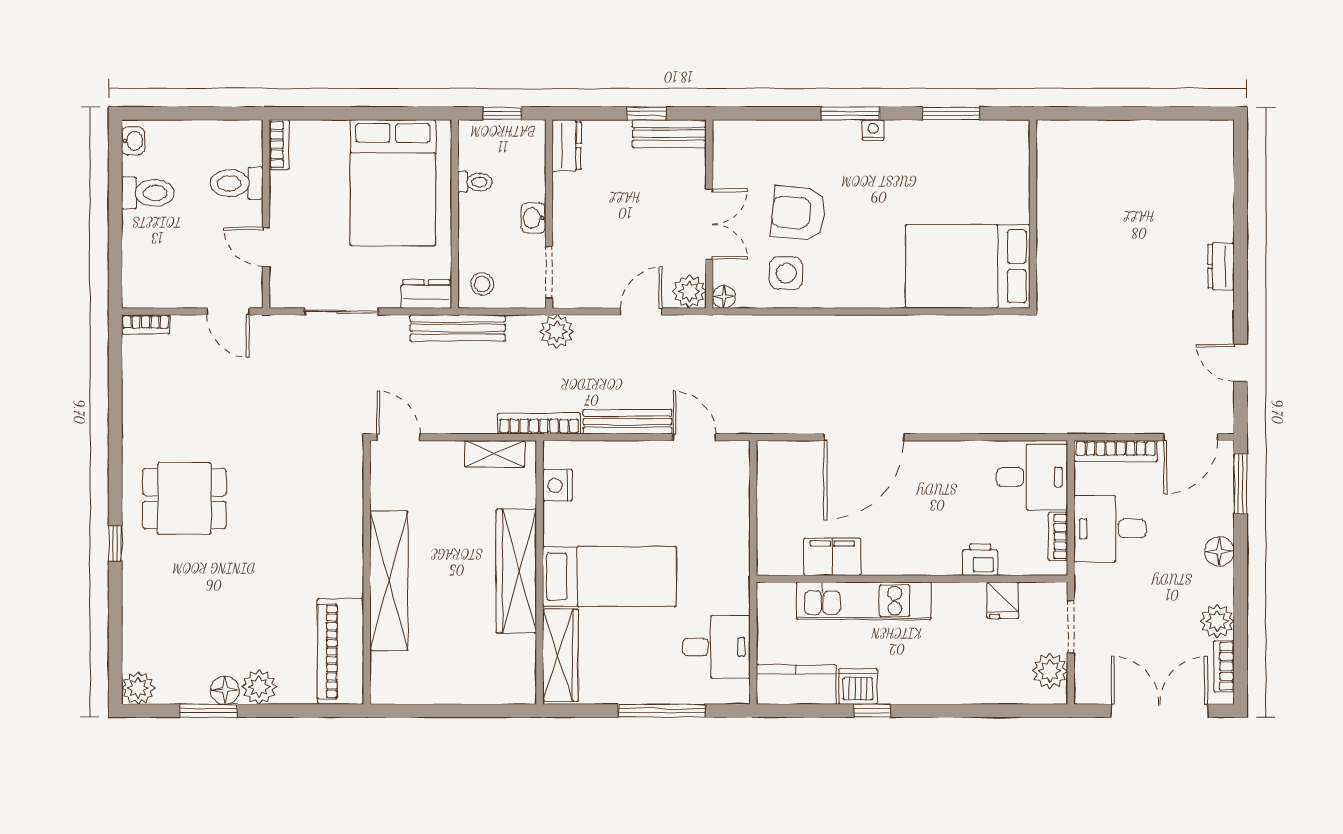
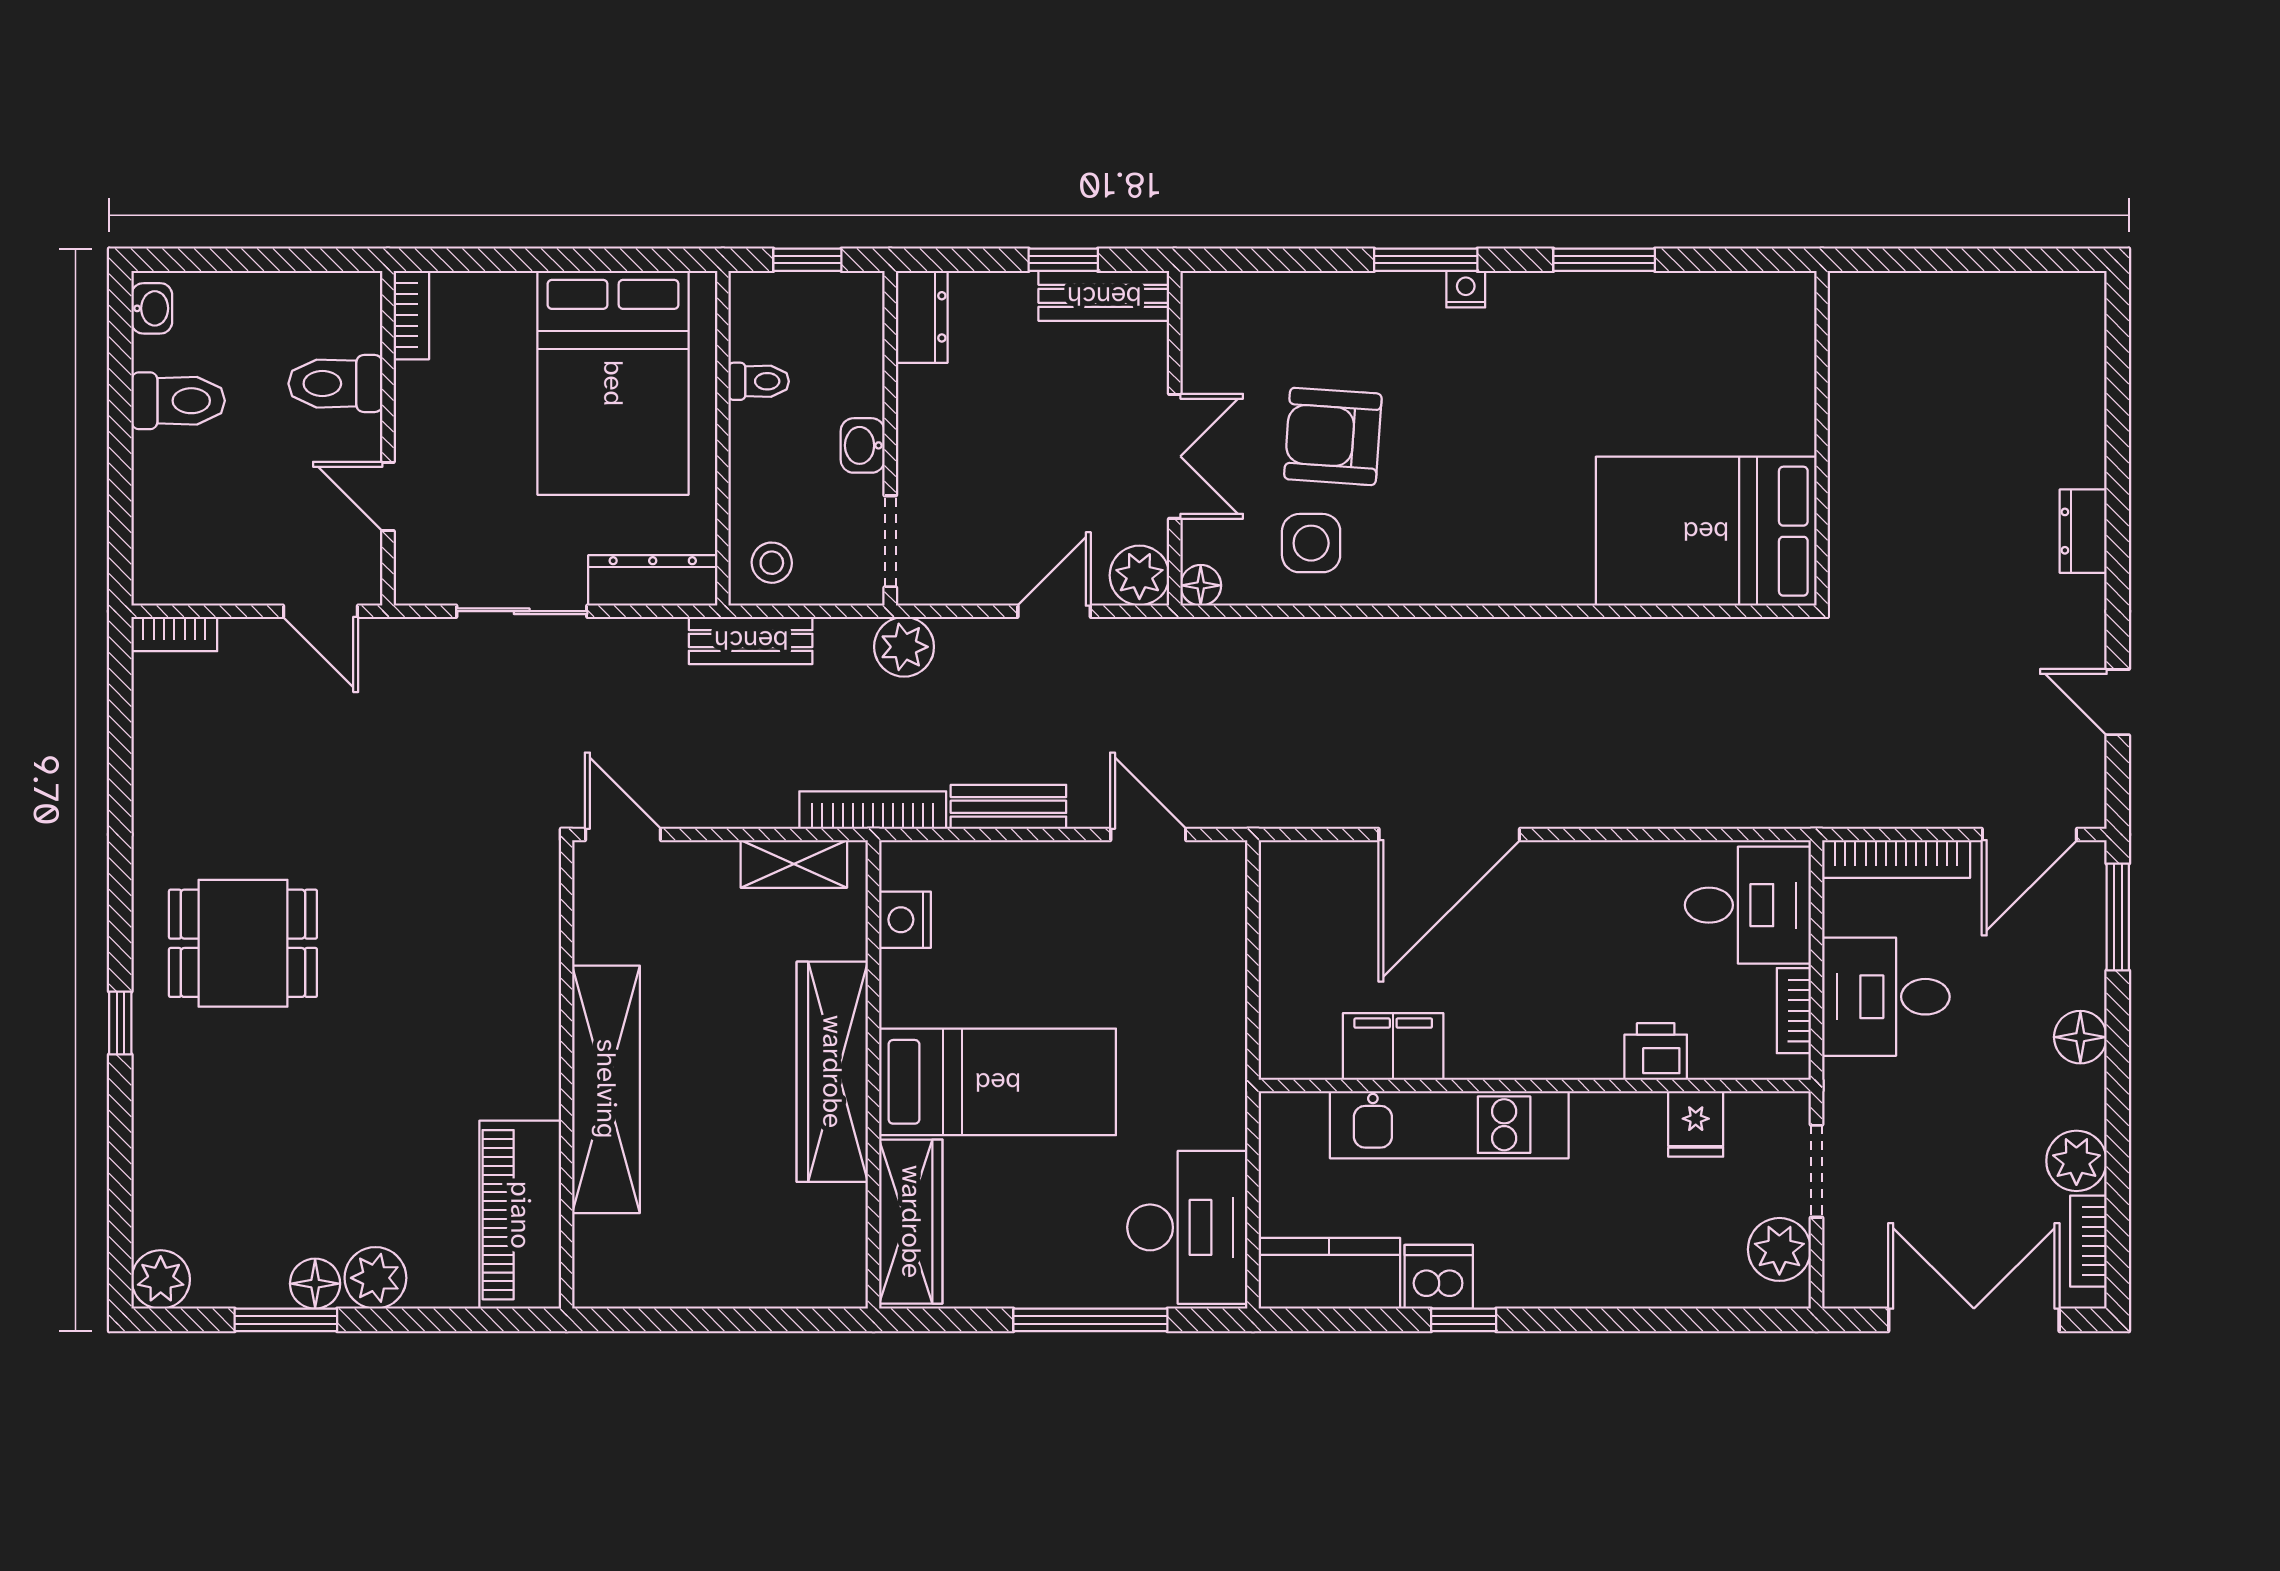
wall: (1033, 214) -> (1822, 438), moved
bed: (968, 266) -> (1706, 531), moved
dresser: (426, 294) -> (653, 580), width x1.44
bench: (458, 328) -> (751, 640), width x0.73
bench: (627, 422) -> (1008, 807), width x0.73
desk: (716, 647) -> (1187, 1227), width x1.37

